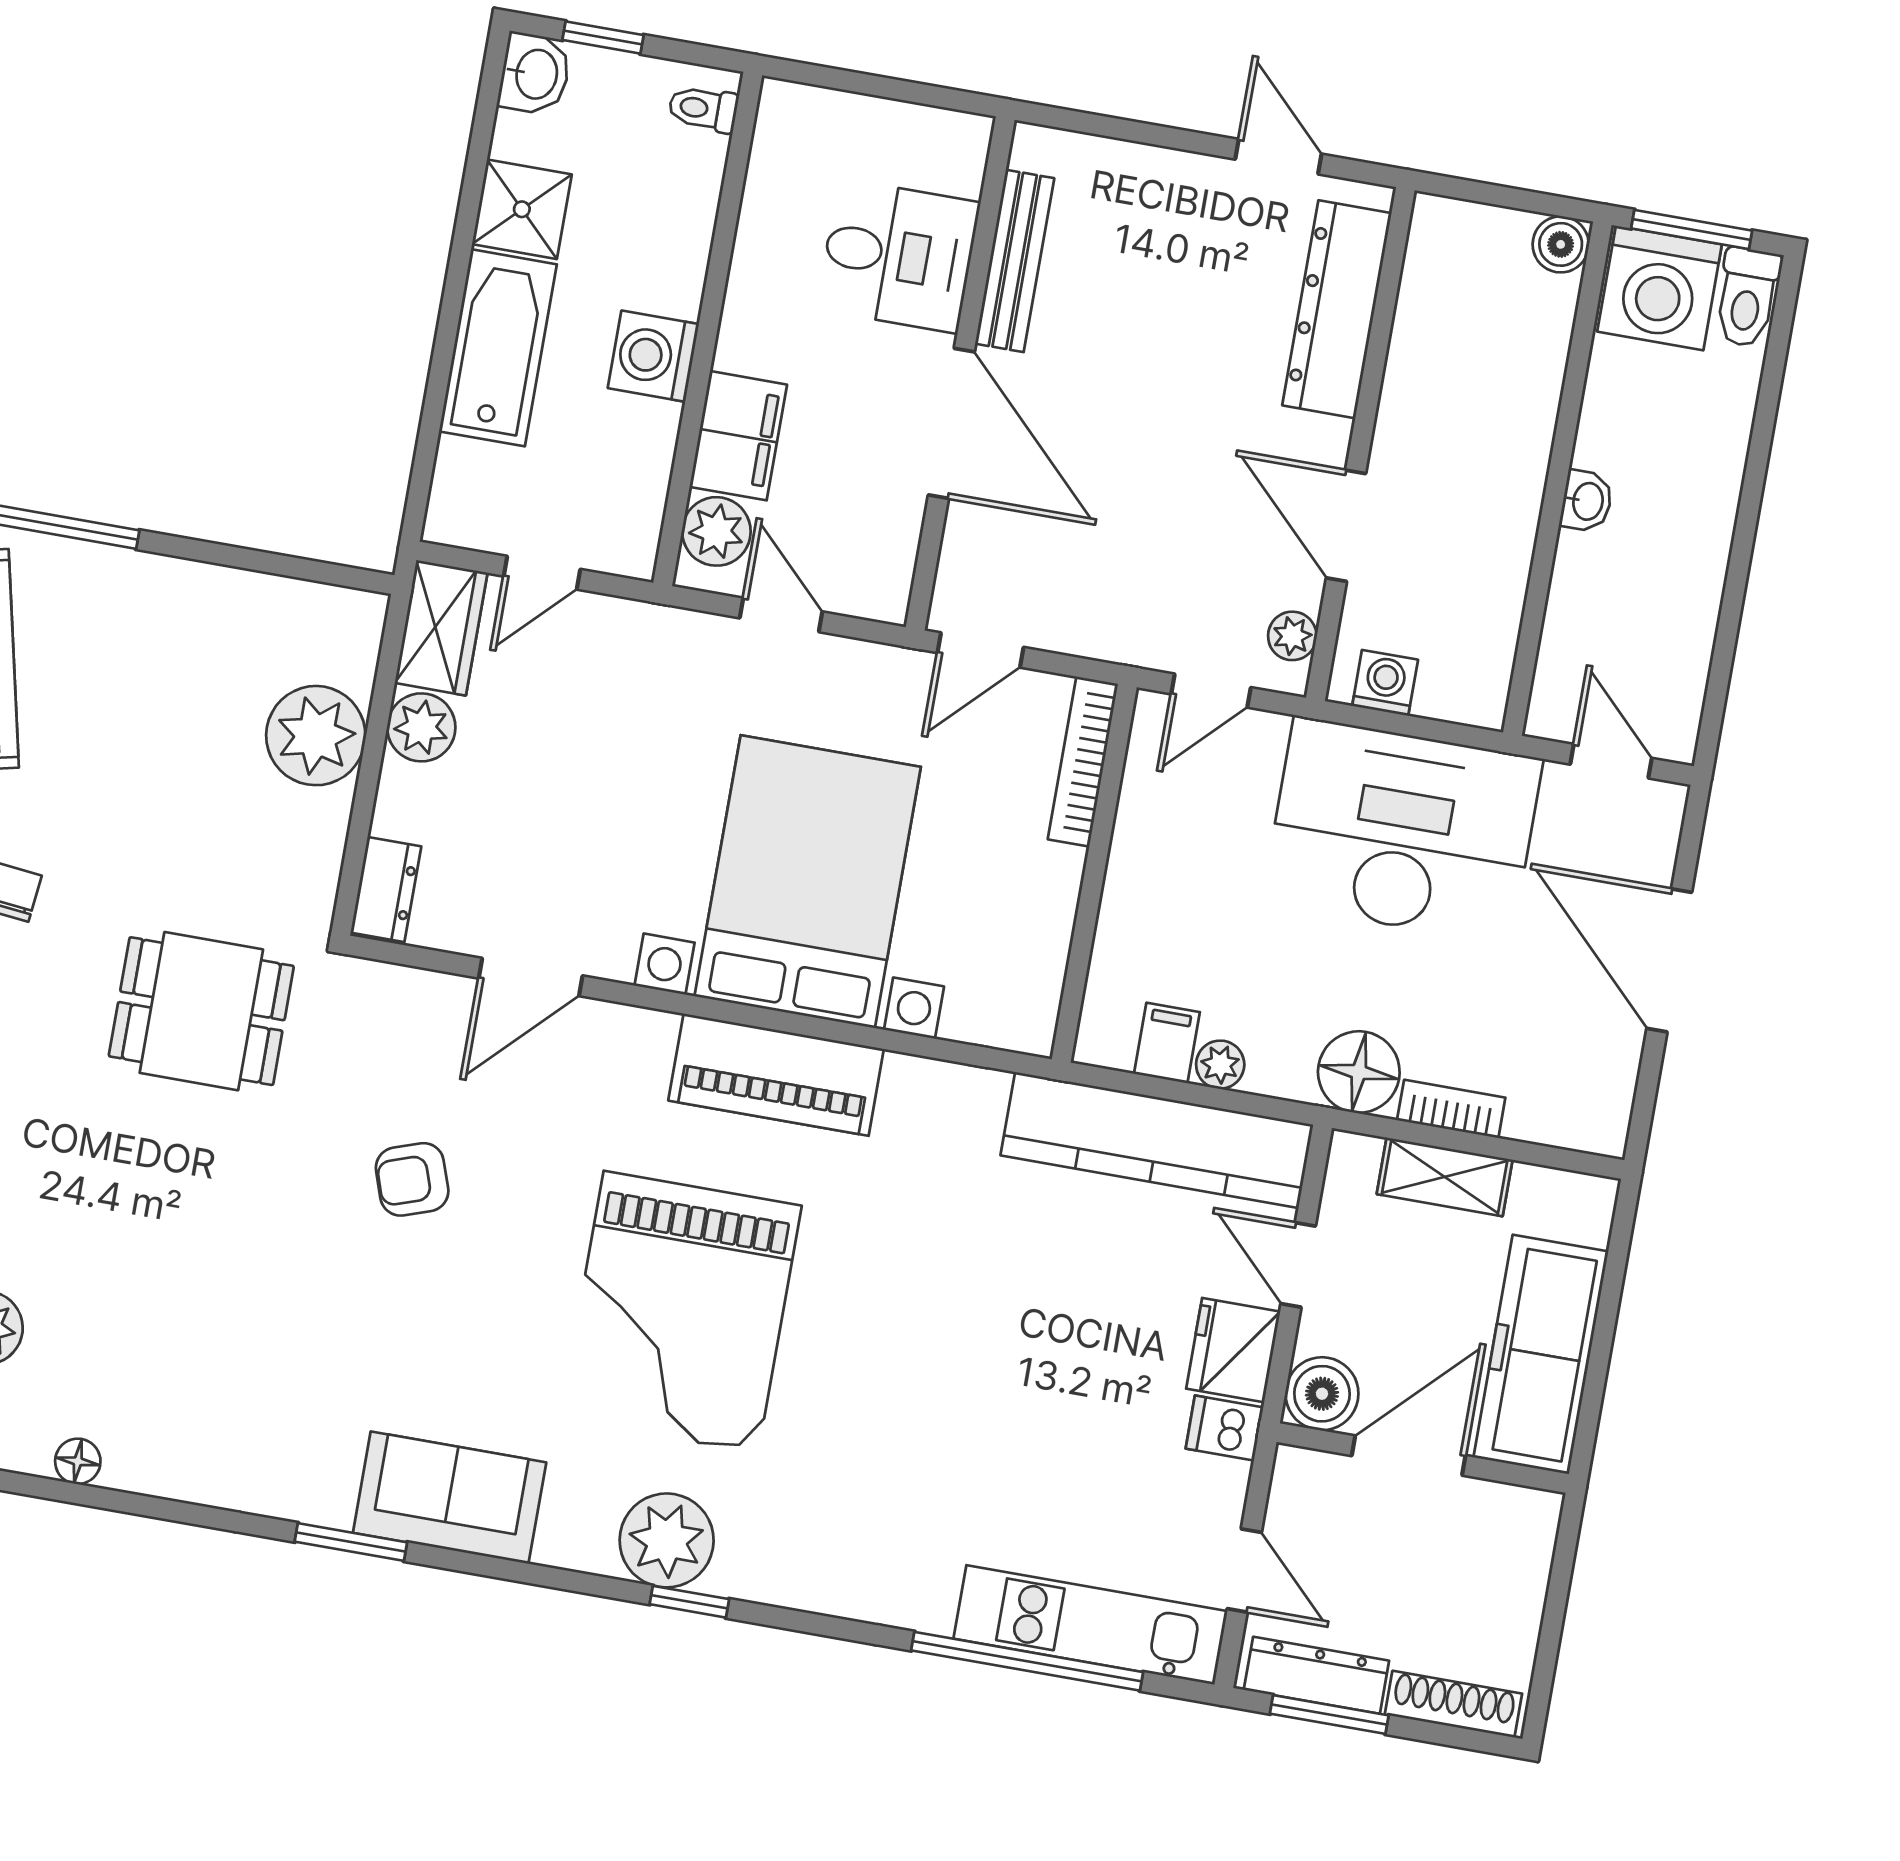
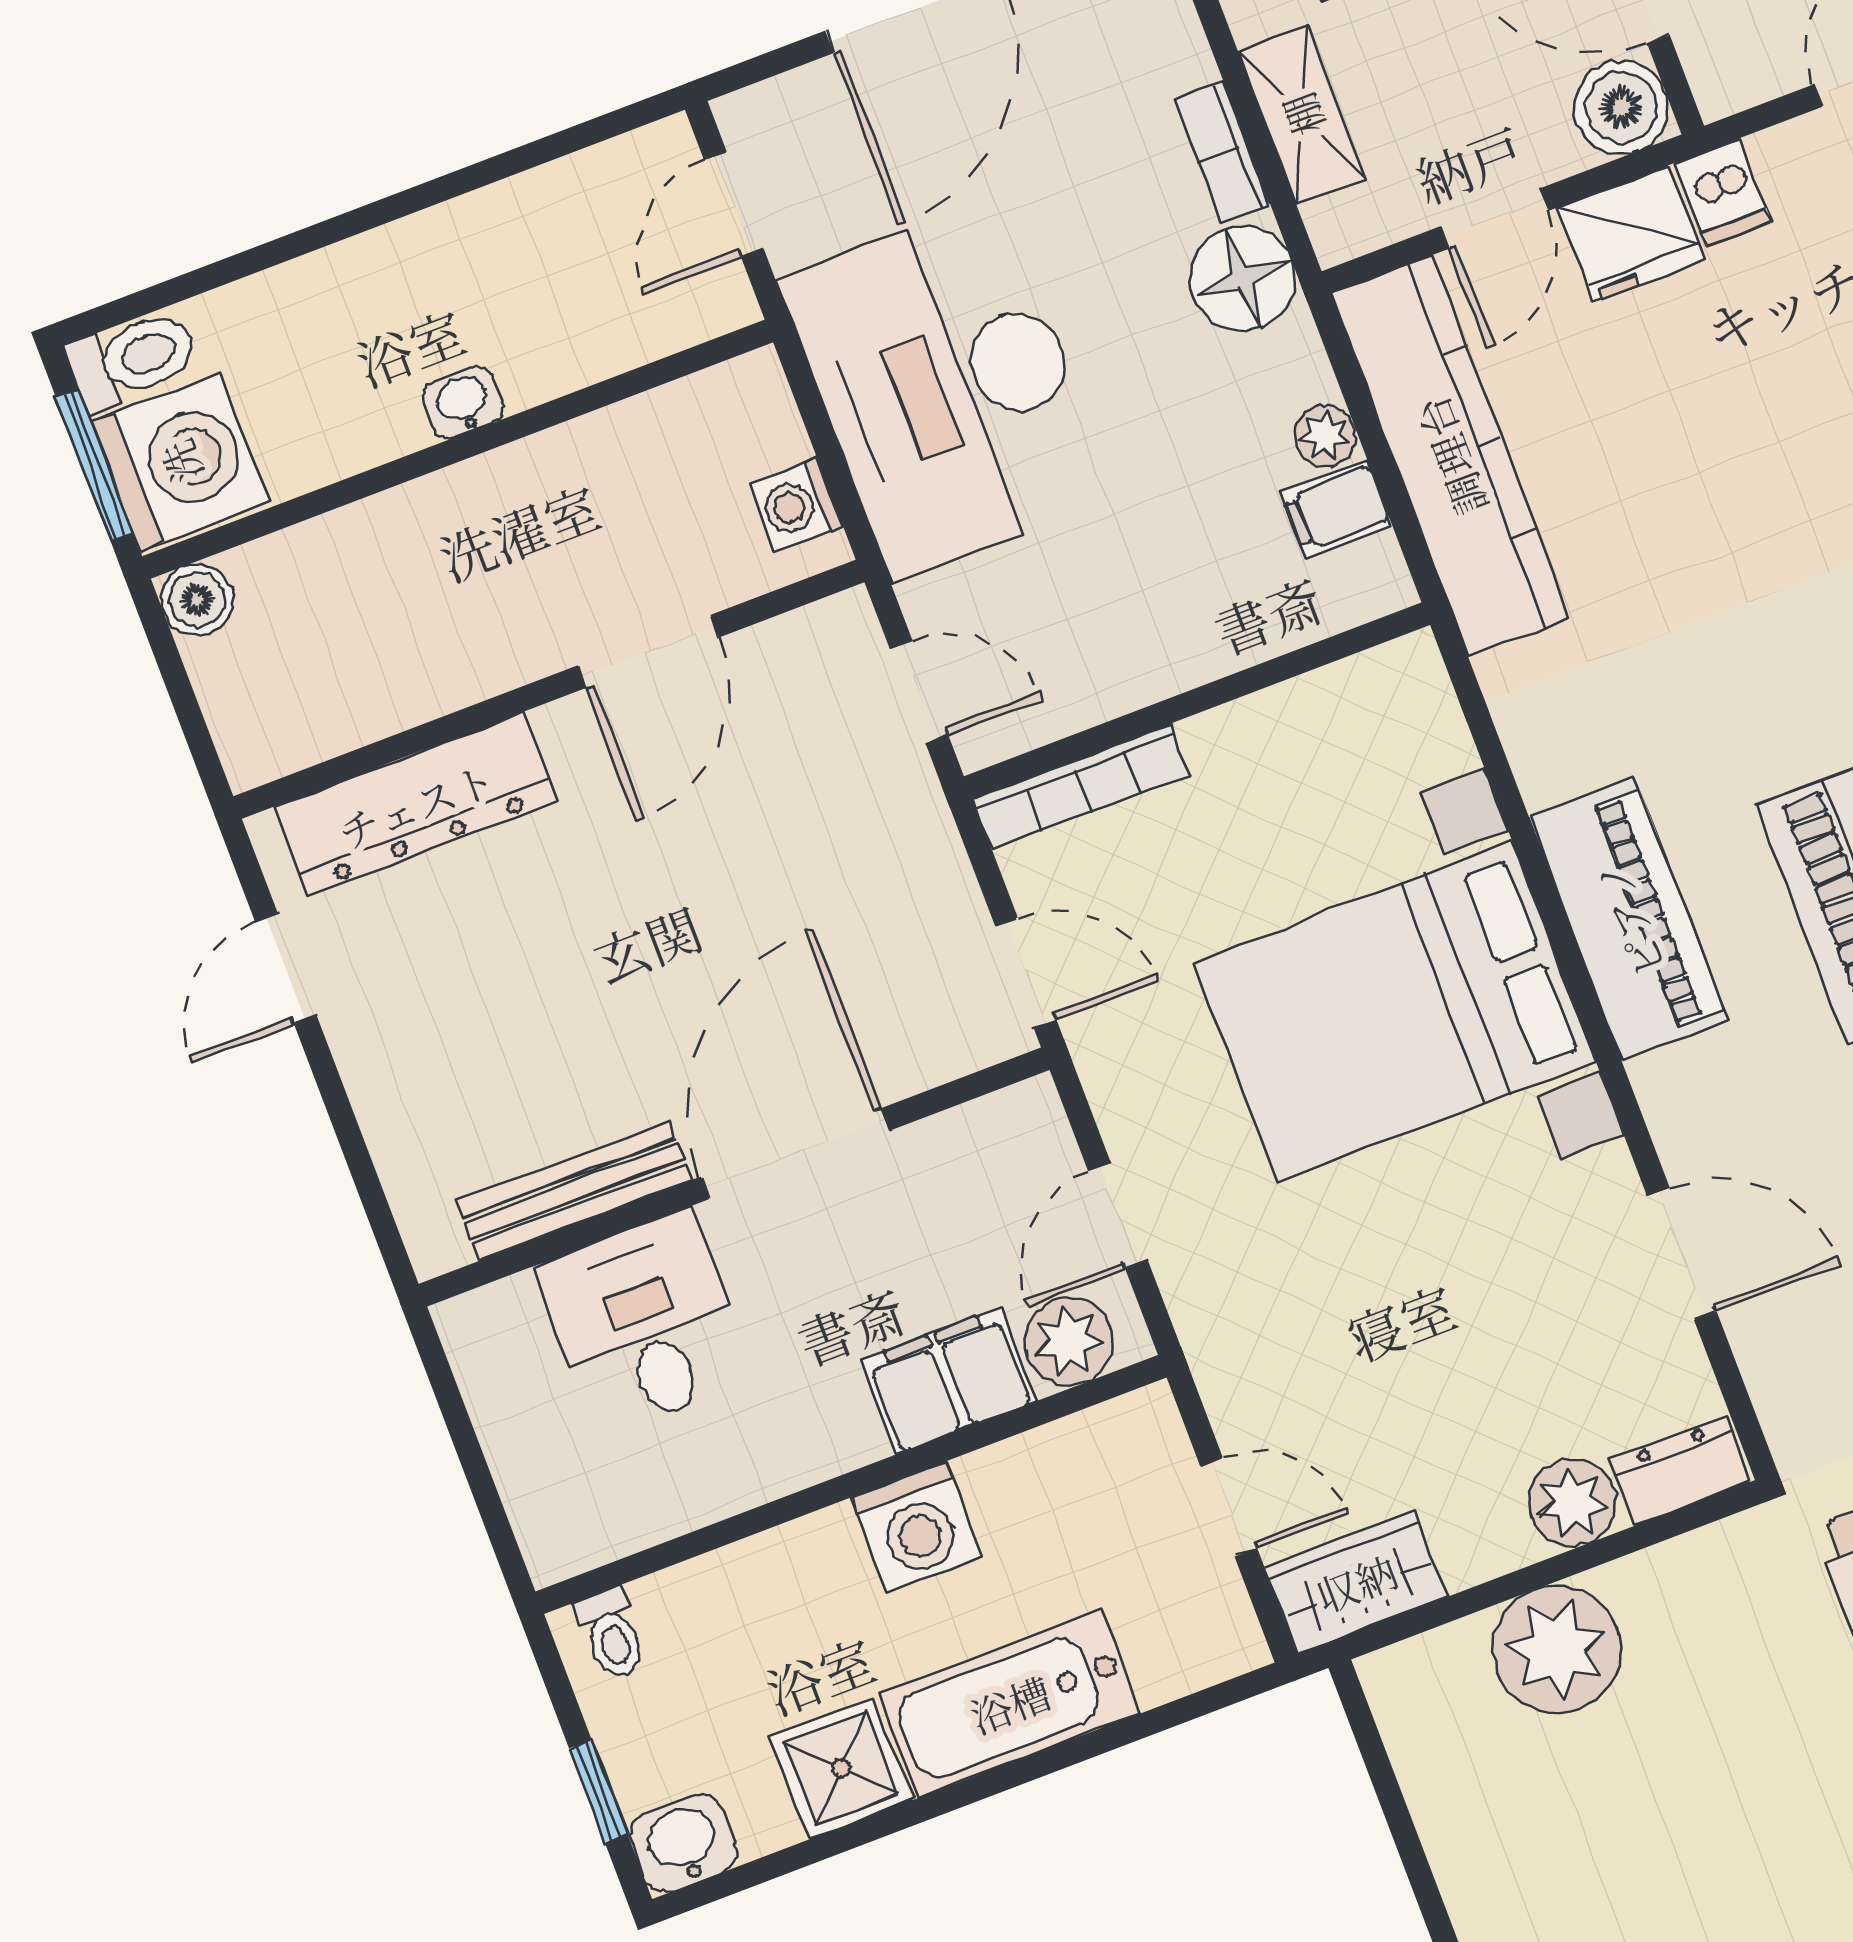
plant: (1292, 636) -> (805, 638), removed
plant: (421, 727) -> (1572, 1503), moved

